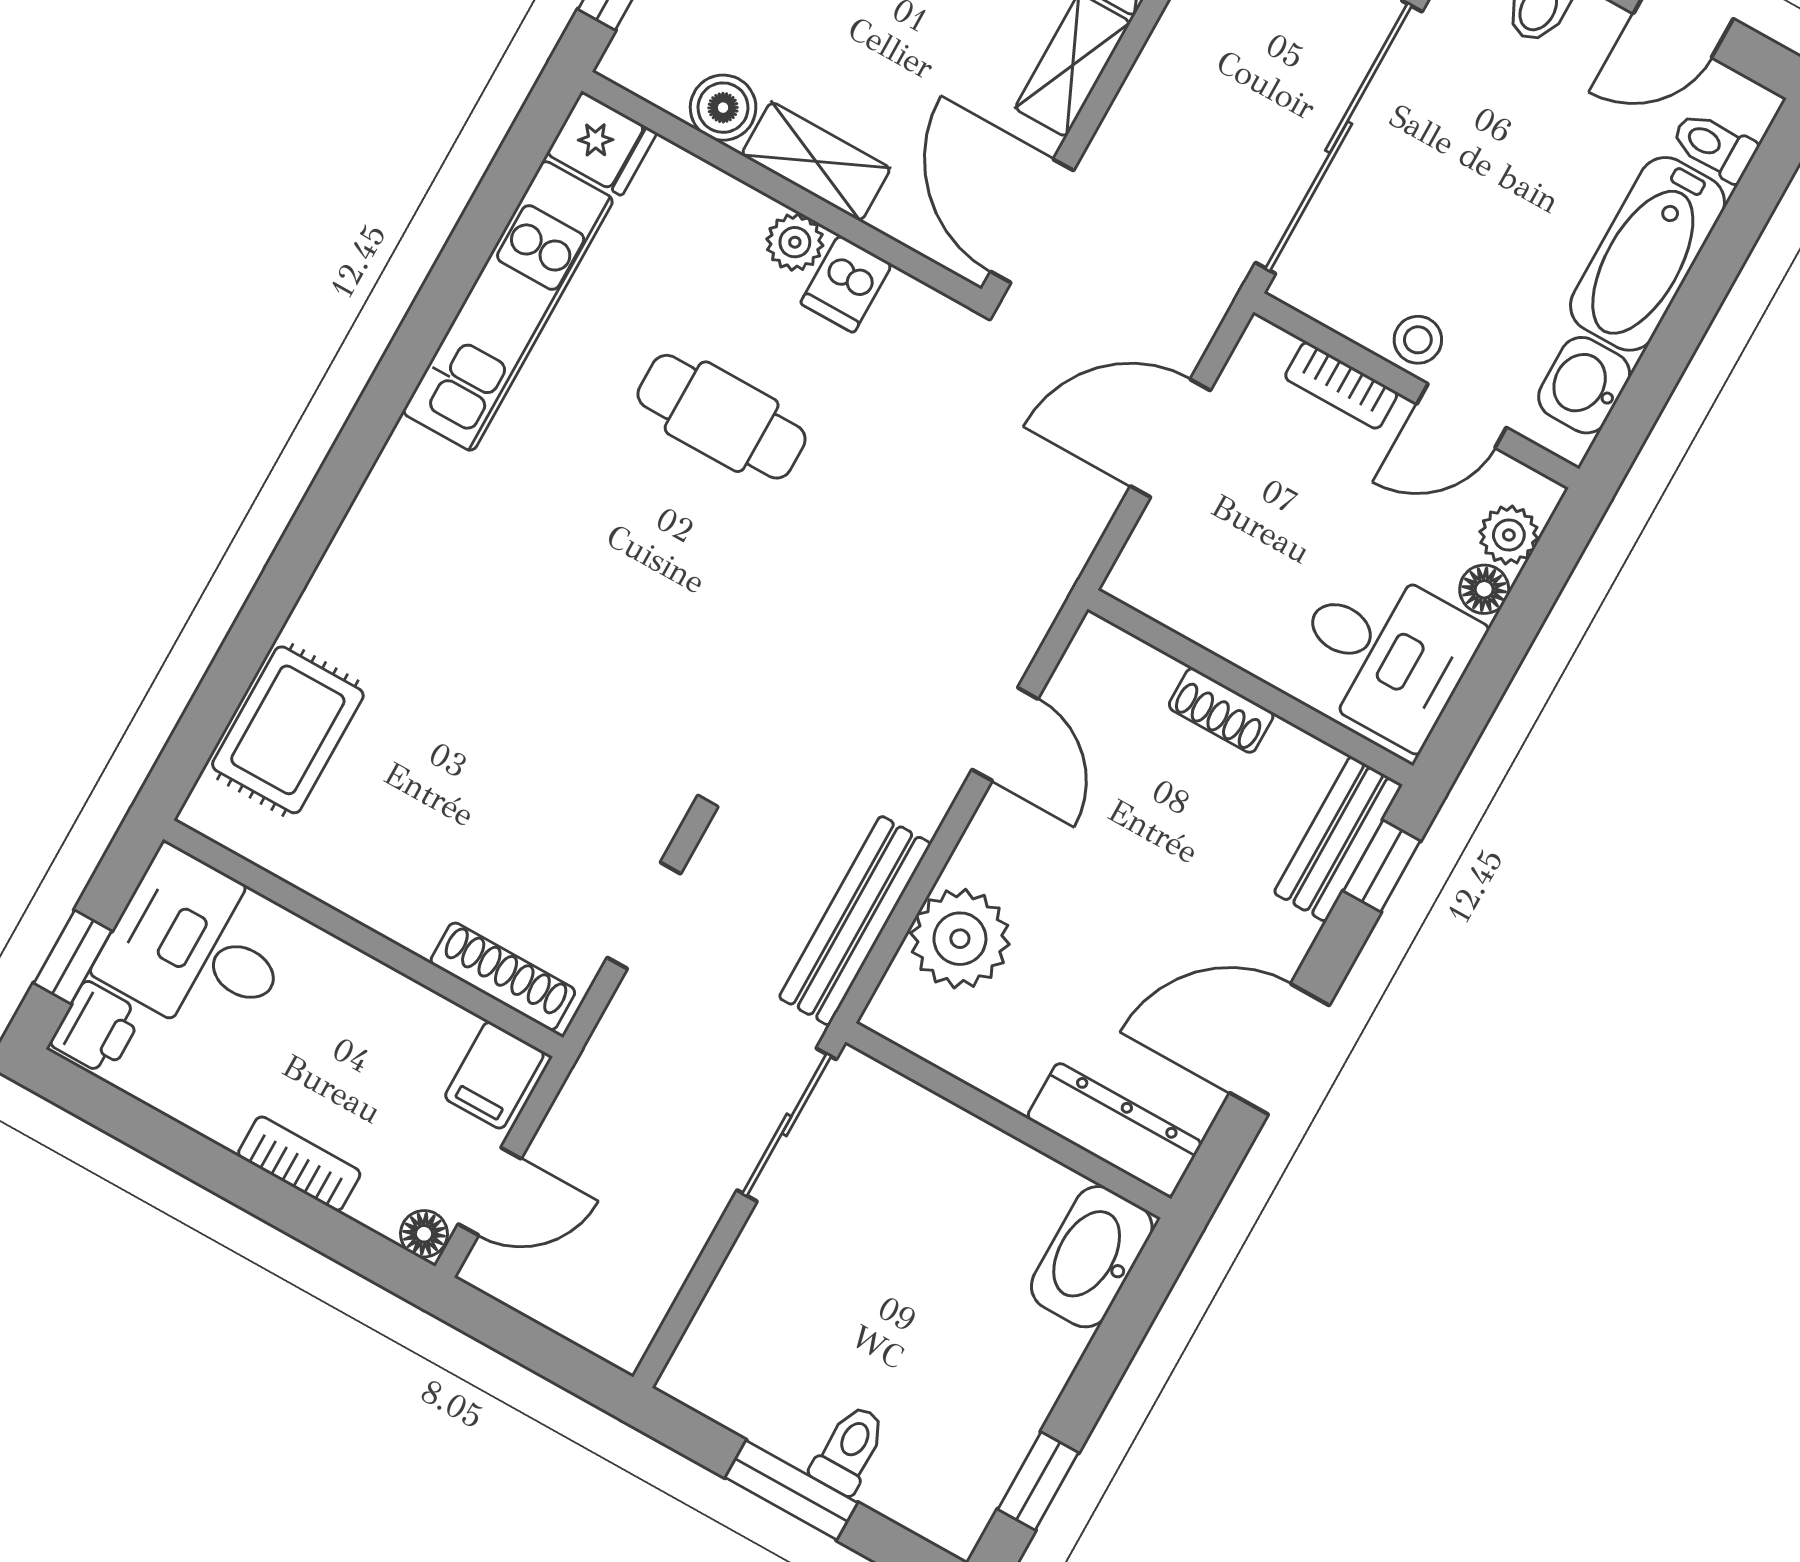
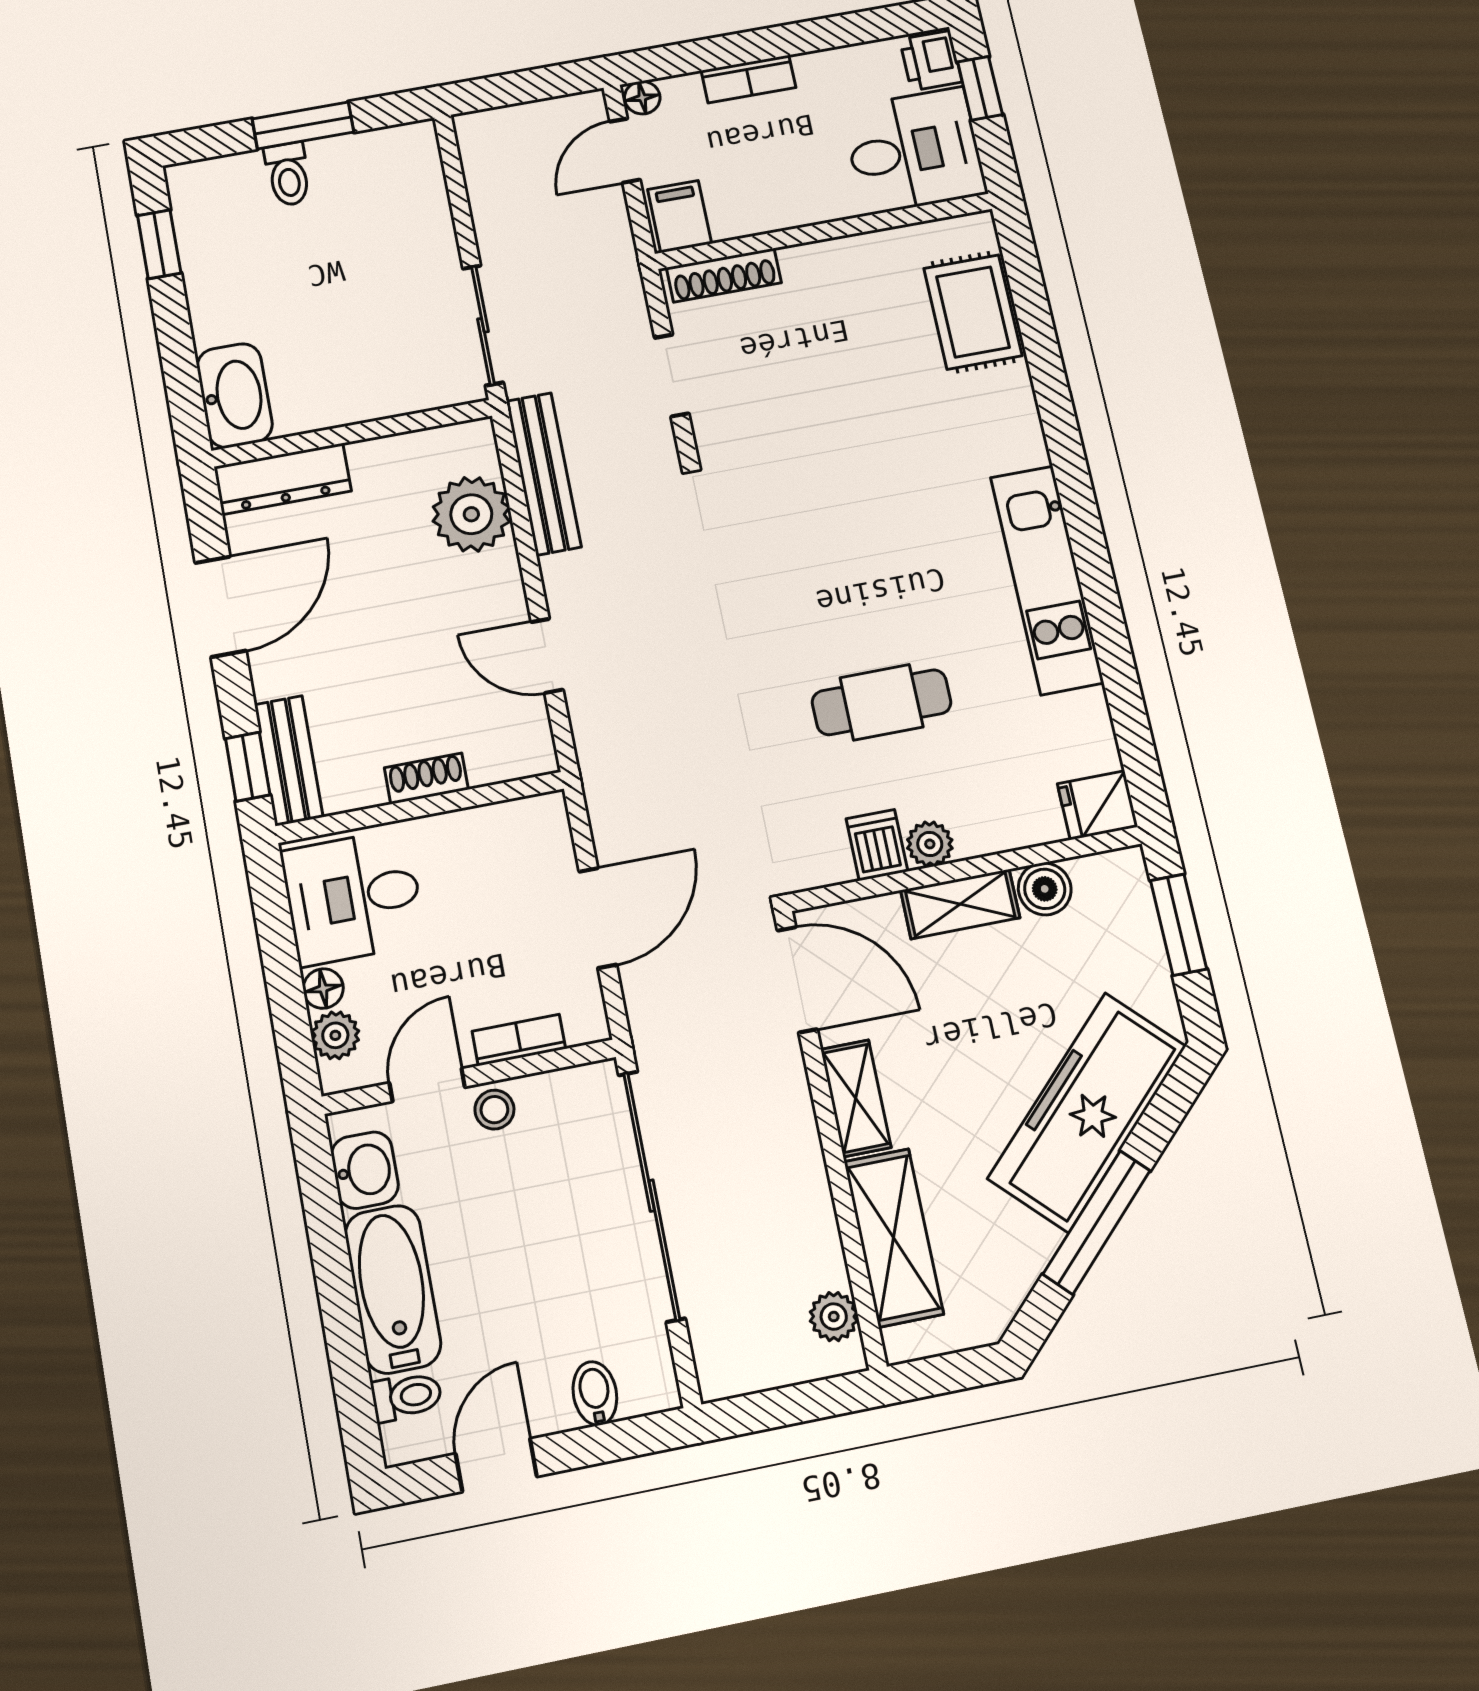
kitchen unit: (508, 306) -> (1047, 580), moved

